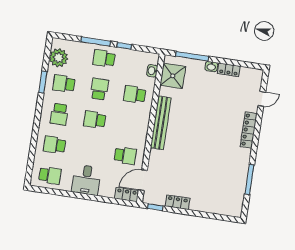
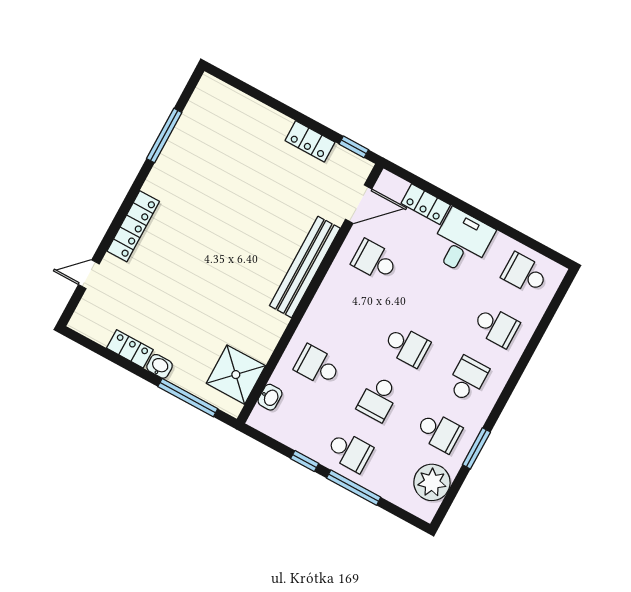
school desk: (135, 94) -> (317, 366), turned 180
bench: (161, 123) -> (305, 267), moved
locker: (127, 194) -> (426, 204), moved

